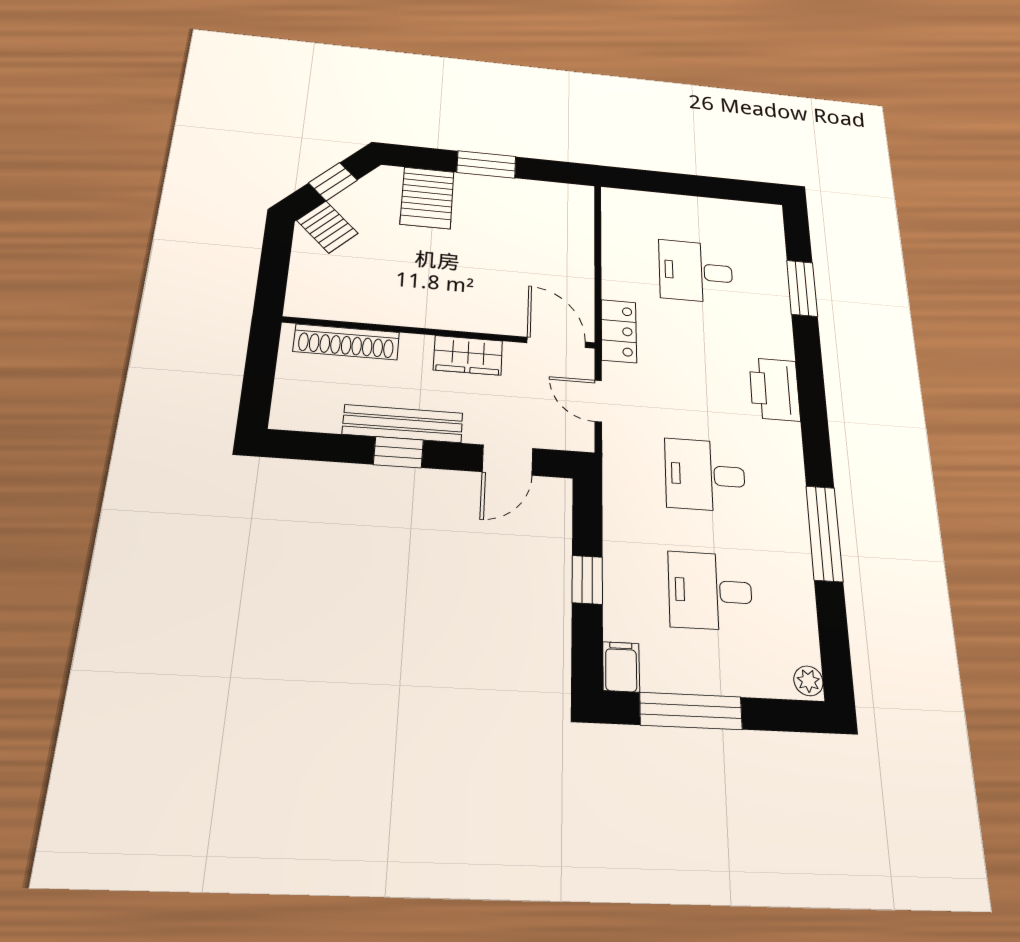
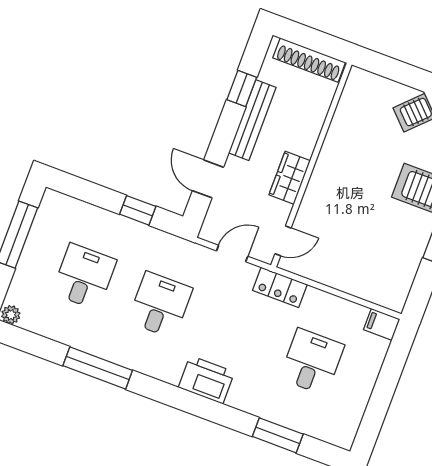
shoe rack: (346, 342) -> (309, 60), moved, turned -90
door: (556, 342) -> (283, 241), width x0.73
window: (398, 452) -> (242, 89), moved
window: (587, 580) -> (138, 210), moved
filing cabinet: (621, 667) -> (382, 324), moved, turned 180

